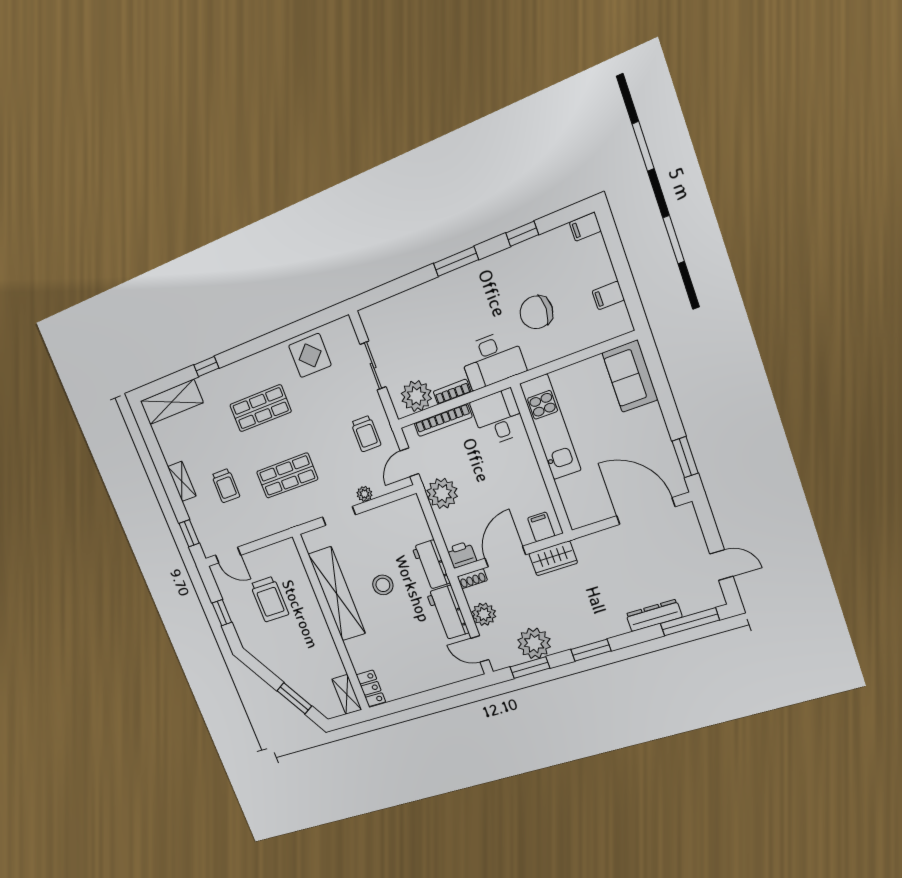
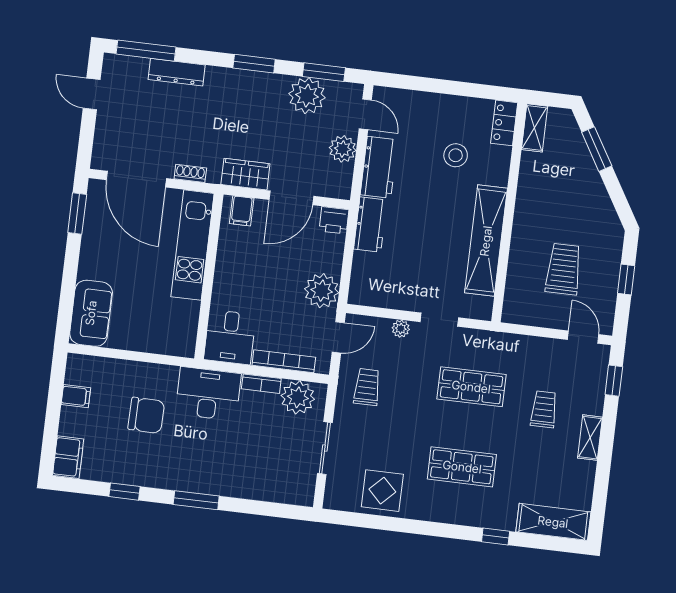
filing cabinet: (585, 227) -> (68, 457), width x2.00
kitchen unit: (550, 427) -> (193, 245), moved
shoe rack: (472, 579) -> (190, 173), moved
stool: (383, 585) -> (456, 155), moved

